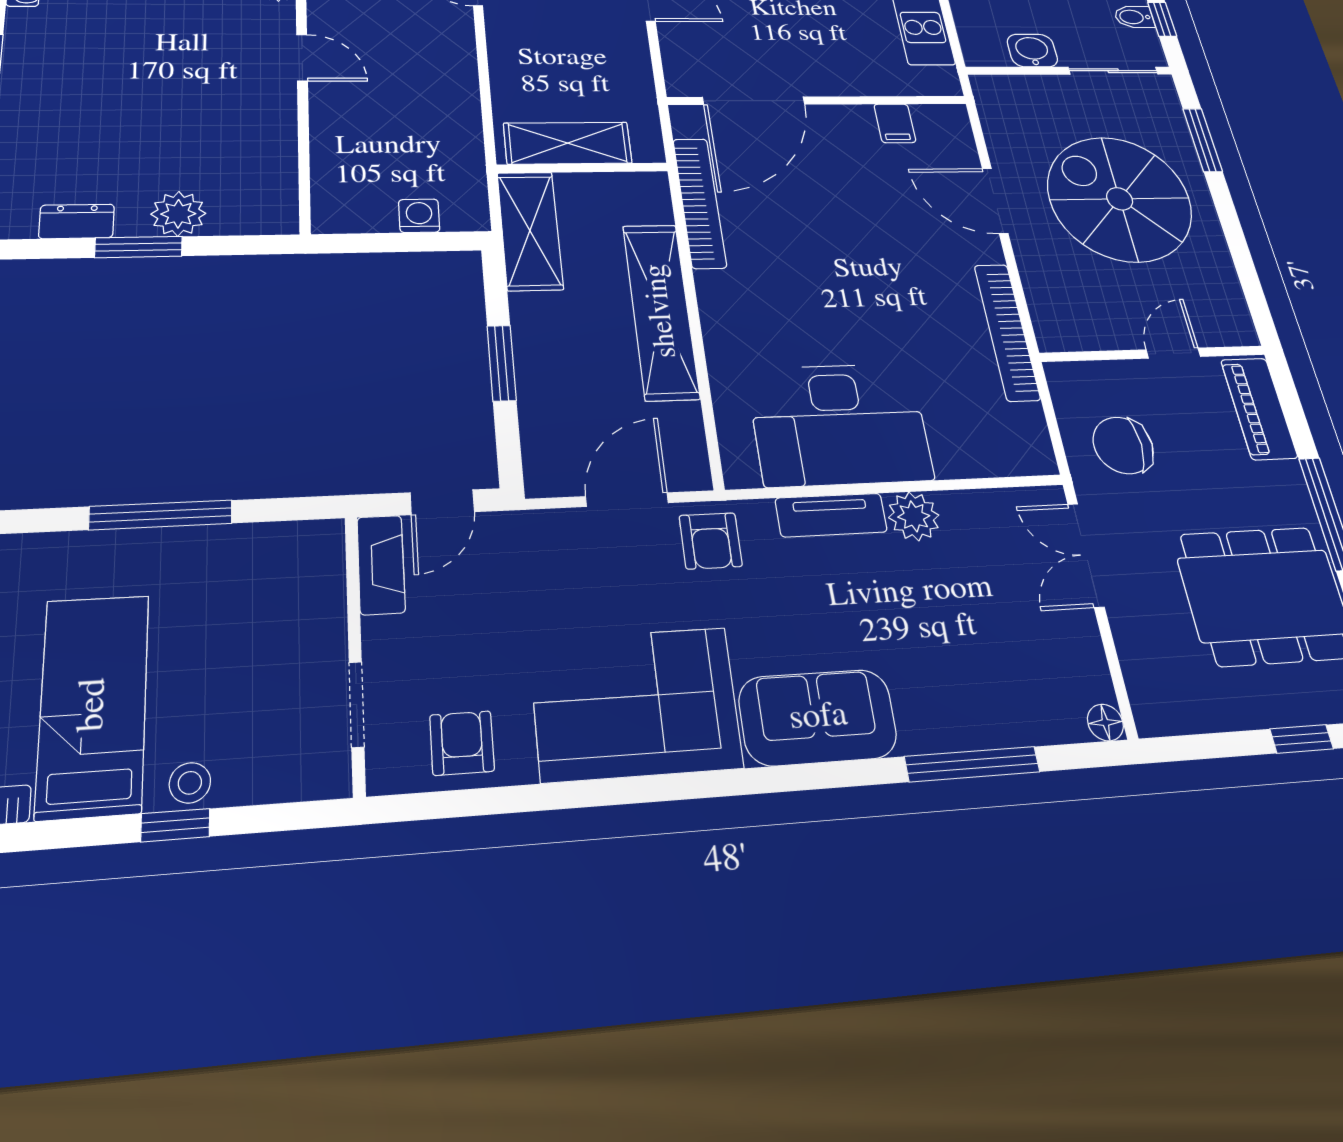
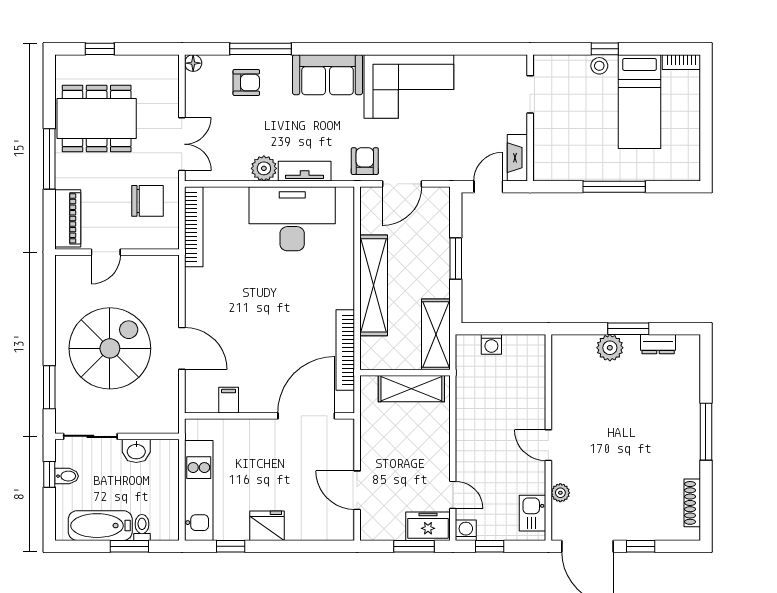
spiral stairs: (1120, 199) -> (110, 348), turned -90
bookcase: (1007, 332) -> (194, 227), moved
armchair: (462, 743) -> (246, 82), moved, turned -90

